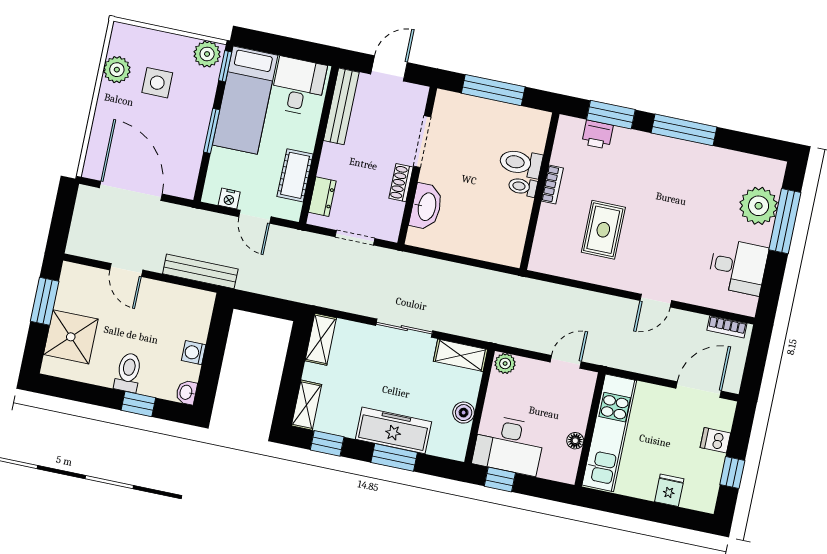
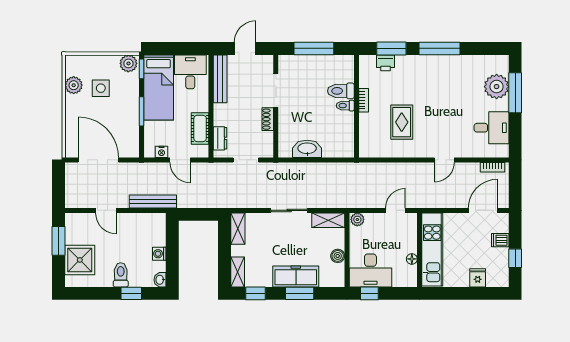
washbasin: (426, 207) -> (307, 149), moved, turned -90

